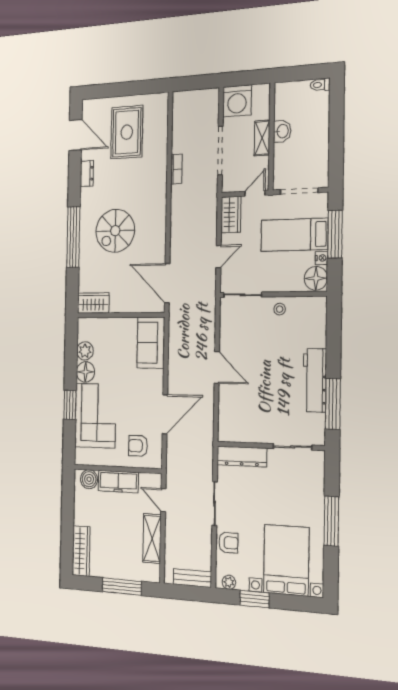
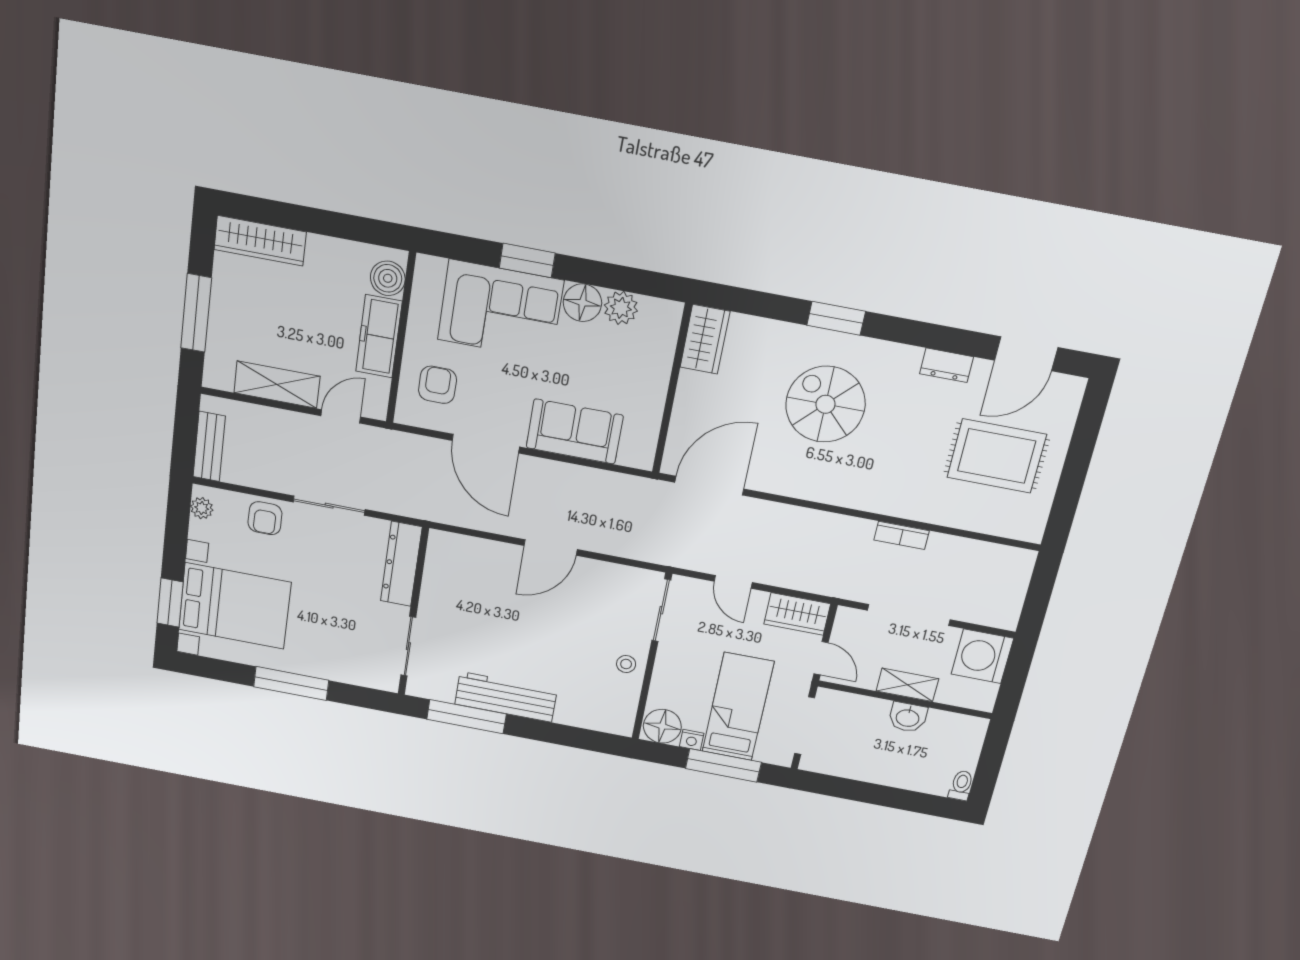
window: (73, 237) -> (836, 318), width x0.47
sofa: (151, 343) -> (575, 431), moved
window: (254, 599) -> (170, 603), moved

